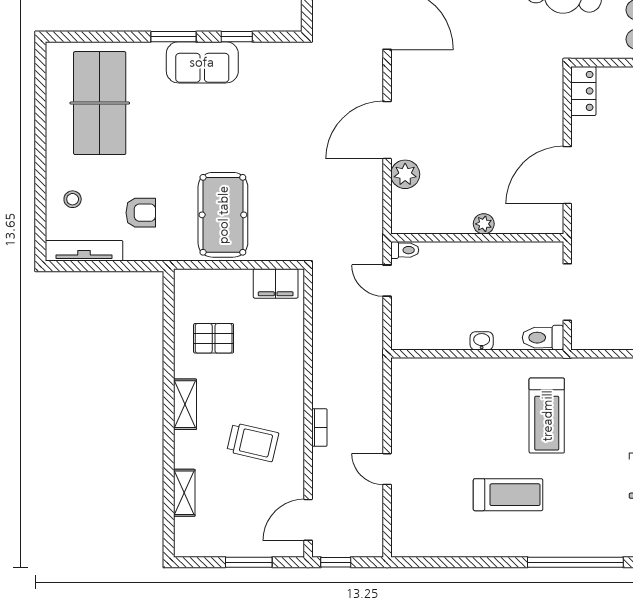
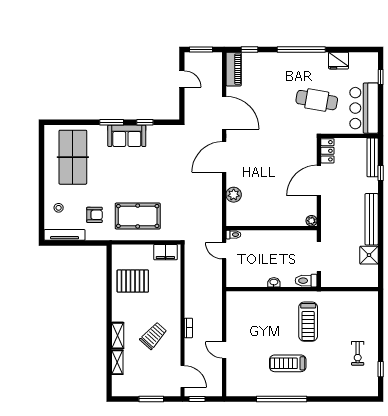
door: (387, 130) -> (224, 157), moved
door: (567, 175) -> (319, 180), moved
pool table: (223, 215) -> (138, 216), turned 90
plant: (484, 224) -> (312, 221), moved
pallet: (214, 338) -> (133, 281), width x1.50, depth x1.42
shelving: (185, 404) -> (118, 336), moved
trolley: (253, 442) -> (153, 336), turned -61
treadmill: (508, 495) -> (288, 363), turned 180
door: (308, 520) -> (183, 377), swing flipped
window: (575, 562) -> (282, 399), moved

